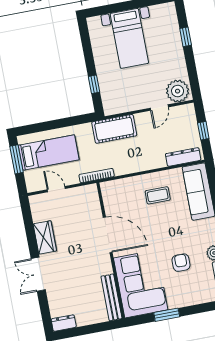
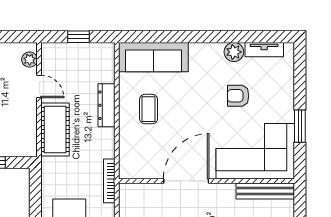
plant: (178, 91) -> (30, 60), width x0.53, depth x0.53
cot: (114, 129) -> (55, 129), moved
dresser: (183, 157) -> (106, 105), moved

